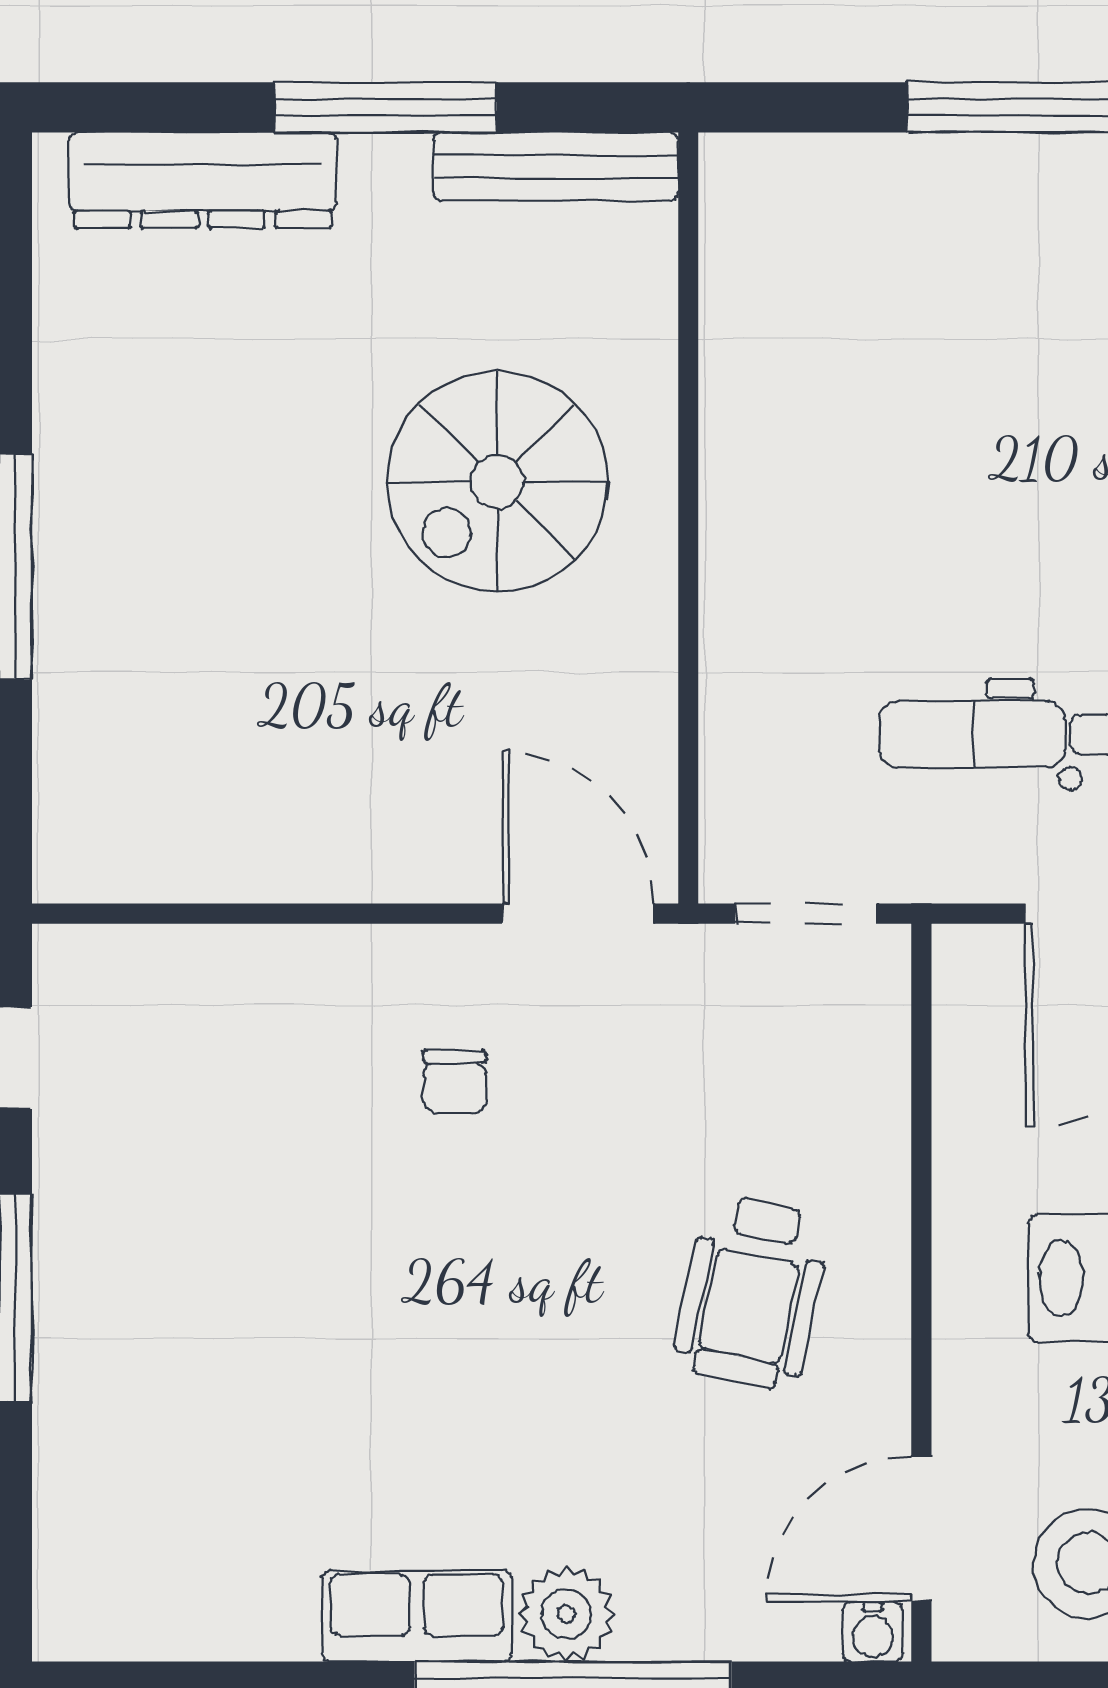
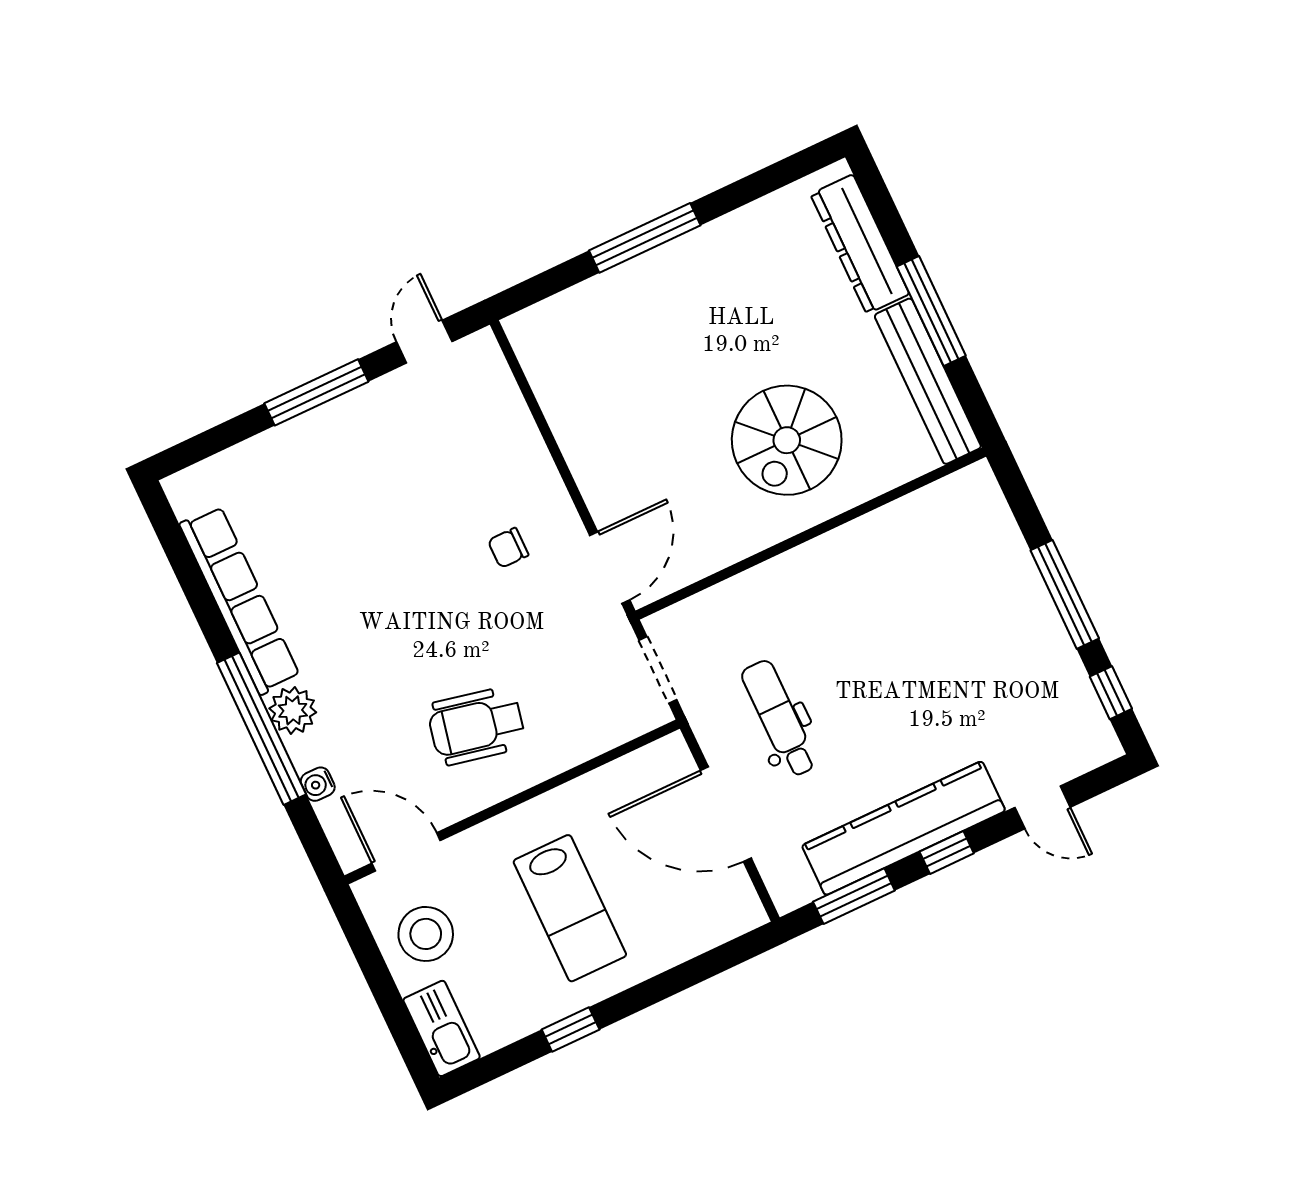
bench: (556, 167) -> (928, 381), width x1.37, depth x1.21
spiral stairs: (497, 482) -> (787, 440), turned -90
row of seats: (417, 1616) -> (240, 600), width x2.02
water cooler: (873, 1632) -> (318, 784), moved

